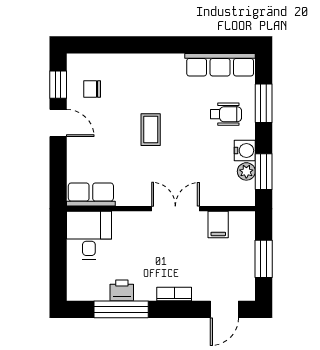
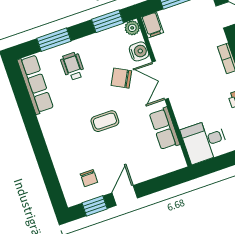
water cooler: (245, 150) -> (139, 51), moved, turned 90
chair: (193, 165) -> (121, 78), added
plant: (246, 171) -> (132, 28), moved
row of seats: (91, 195) -> (164, 129), moved
filing cabinet: (218, 225) -> (152, 25), moved, turned 90

